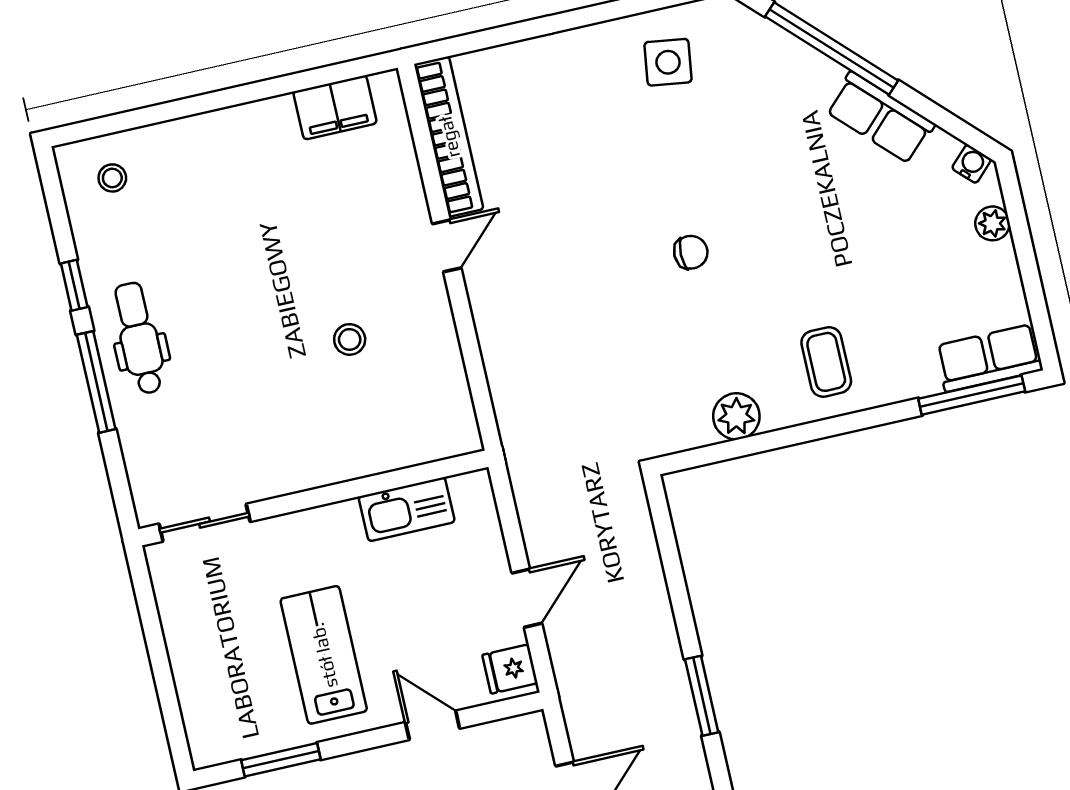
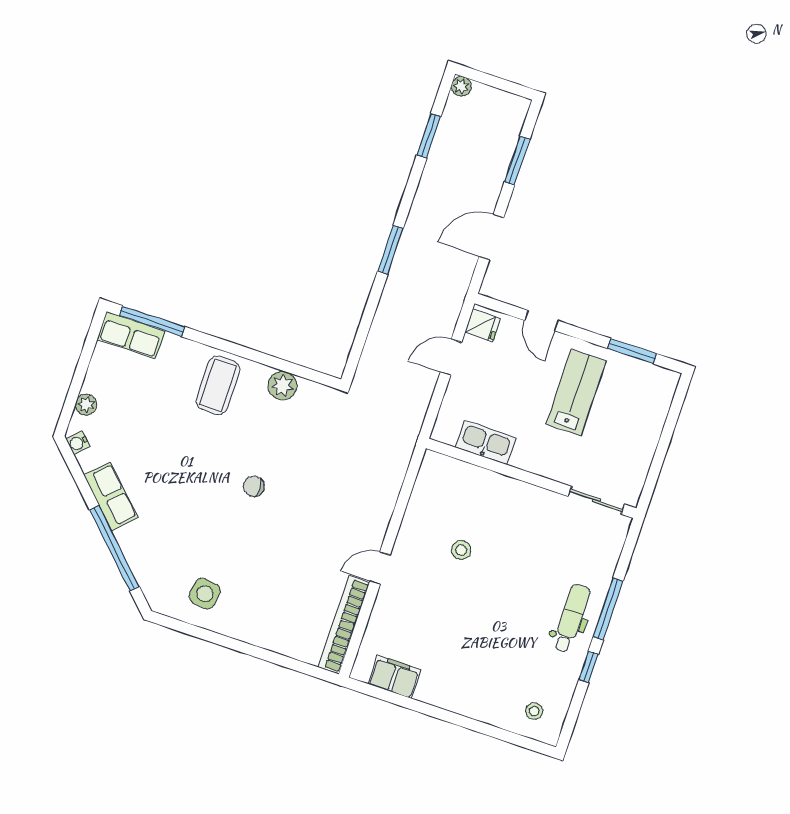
dental chair: (139, 338) -> (571, 618), turned 180
coffee table: (826, 362) -> (218, 385), width x1.36, depth x1.30
lab bench: (324, 655) -> (576, 393), turned 180

